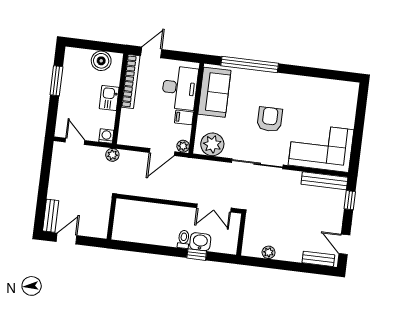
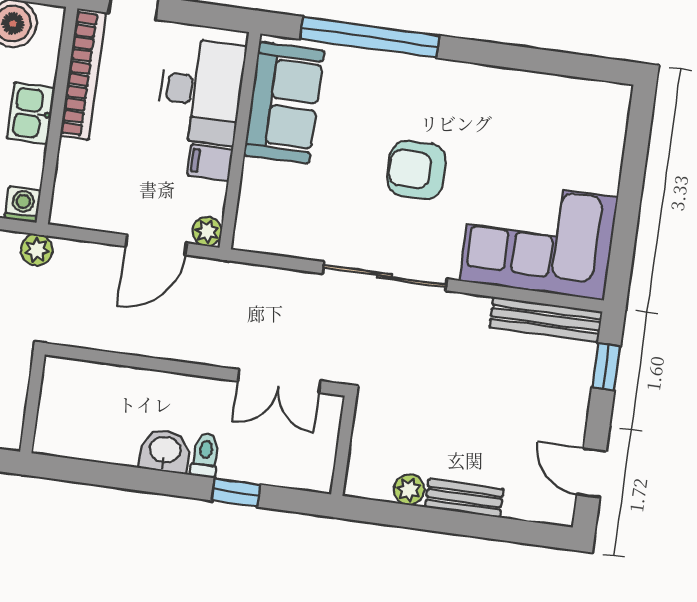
armchair: (270, 119) -> (416, 170), turned -90
plant: (212, 144) -> (277, 228), removed
washbasin: (200, 242) -> (165, 451), moved
bench: (318, 259) -> (464, 498), moved

